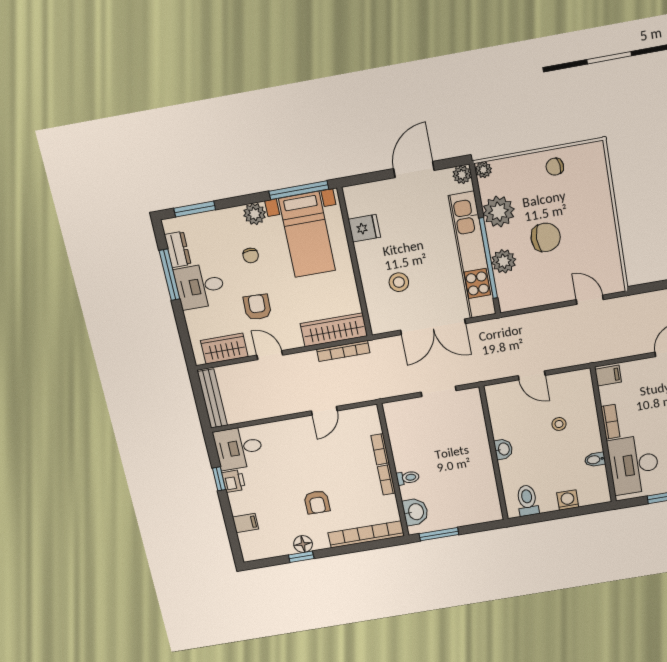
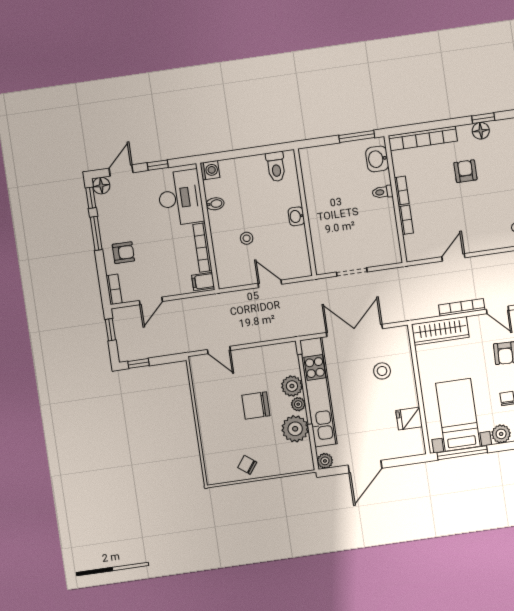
chair: (555, 167) -> (247, 465), turned -136
plant: (483, 170) -> (298, 404), moved
bookcase: (343, 351) -> (462, 307), moved
bookcase: (610, 422) -> (202, 248), width x1.56
washing machine: (568, 500) -> (210, 170), moved, turned -90

